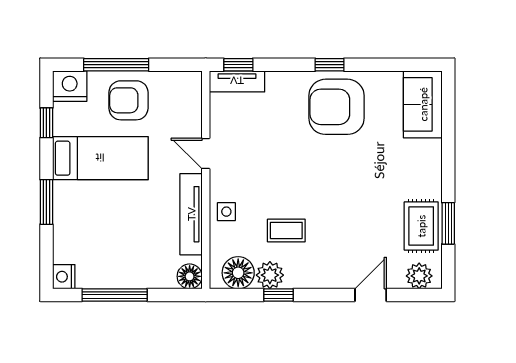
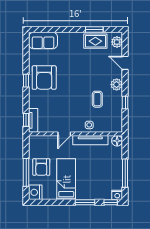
window: (46, 123) -> (111, 202), moved
floor lamp: (238, 273) -> (116, 120), removed
plant: (270, 275) -> (117, 85), moved

